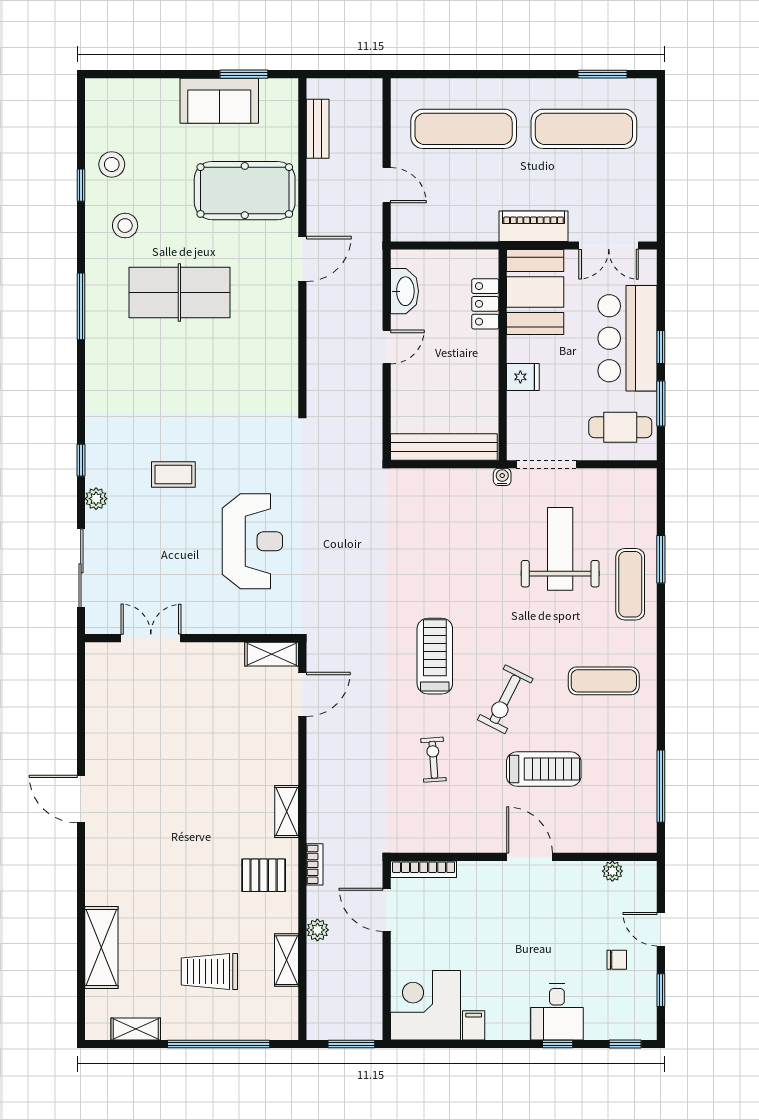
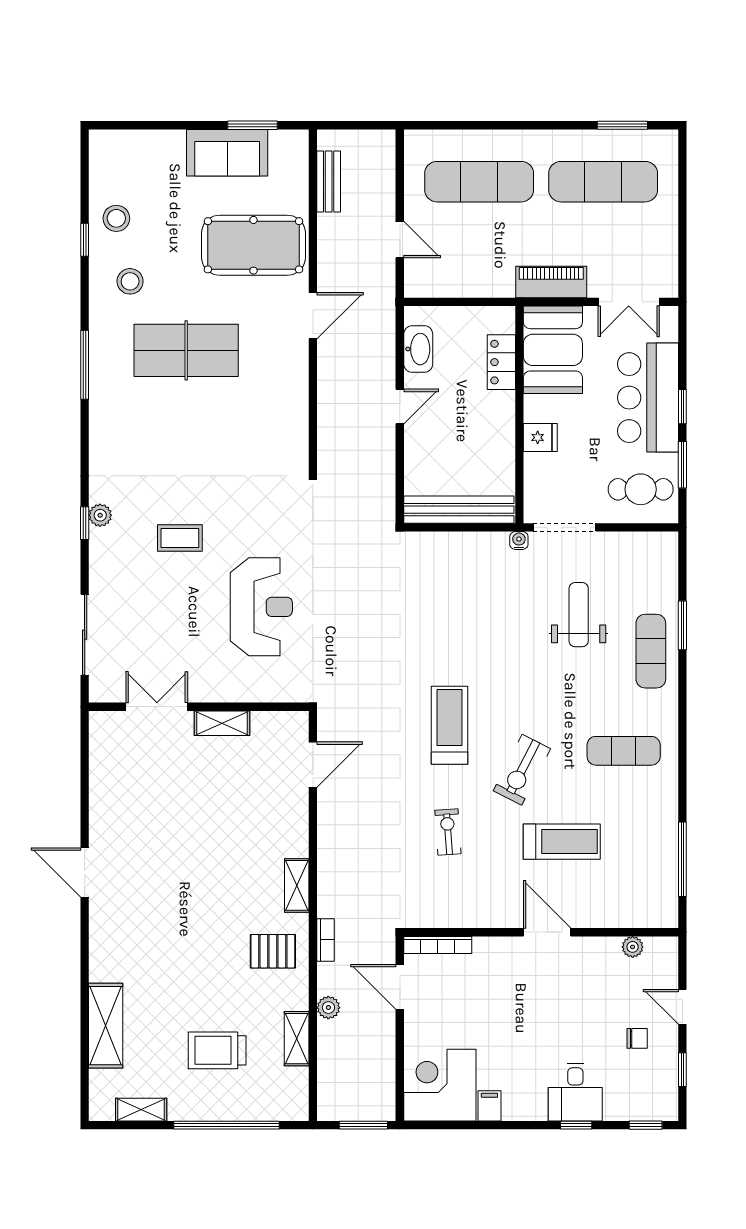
plant: (96, 499) -> (100, 515), moved
weight bench: (560, 549) -> (579, 615), width x0.73, depth x0.75
shelving: (272, 654) -> (222, 723), moved

